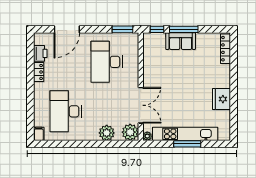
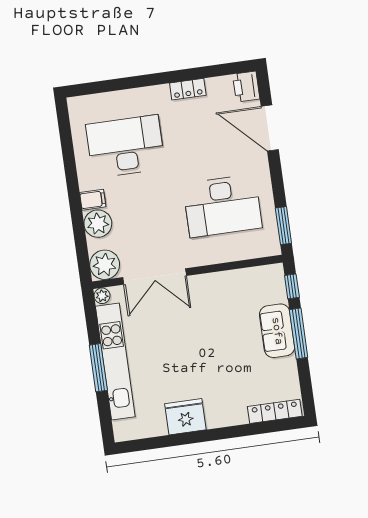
printer: (40, 53) -> (246, 87), moved, turned 90
desk: (107, 62) -> (222, 206), turned 180
filing cabinet: (39, 134) -> (93, 200), moved

